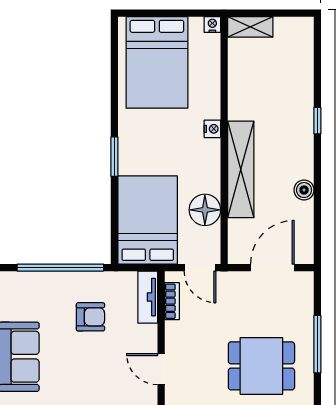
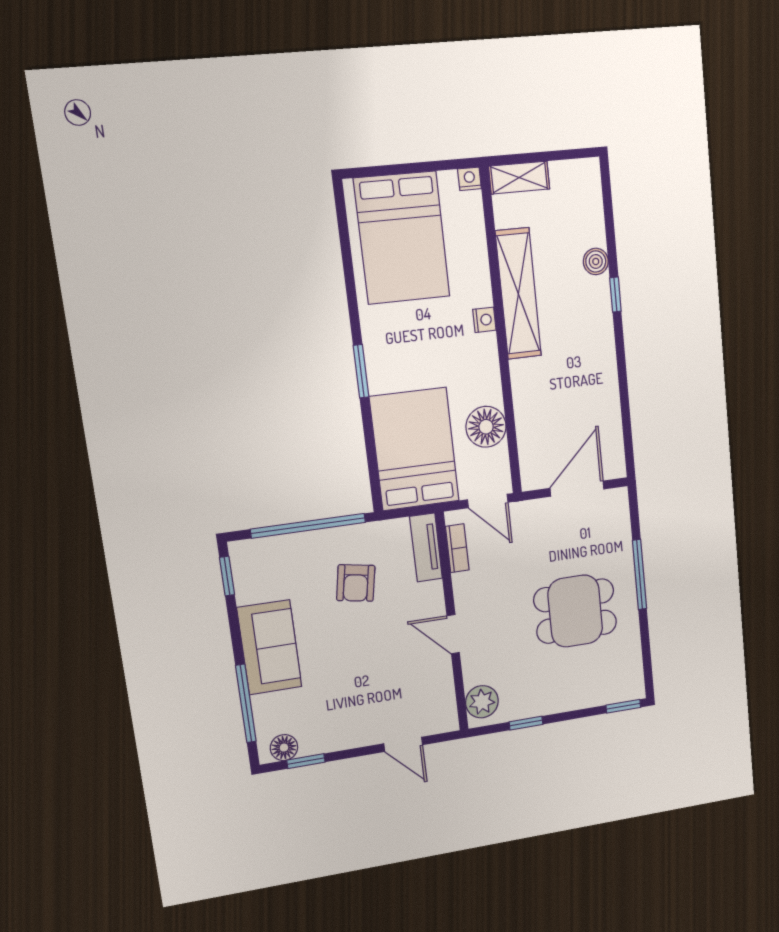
shelving: (241, 169) -> (518, 294), moved
boiler: (304, 190) -> (596, 261), moved
armchair: (90, 317) -> (356, 583), turned 100

